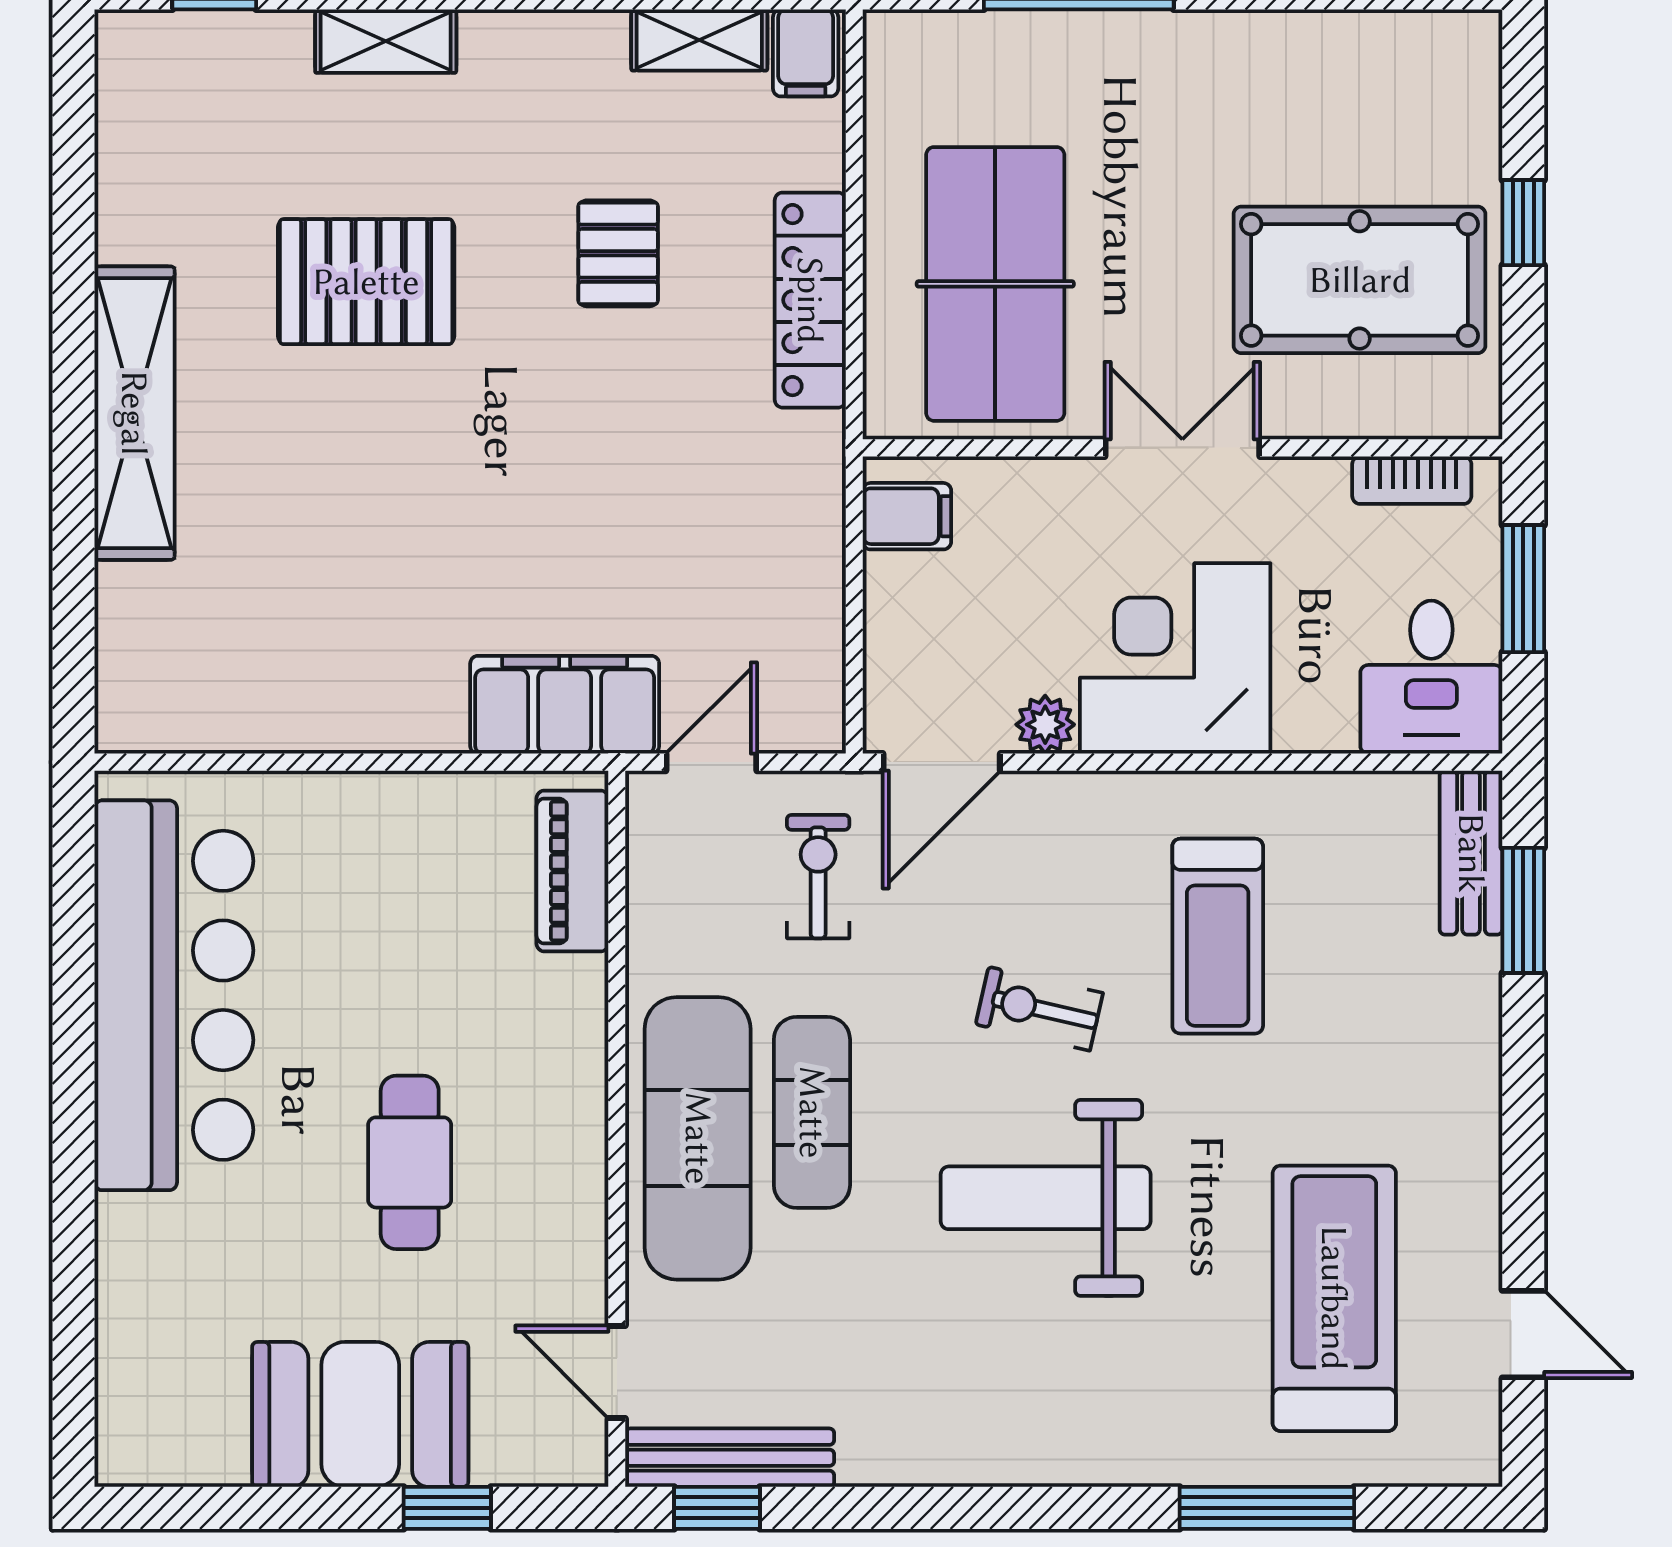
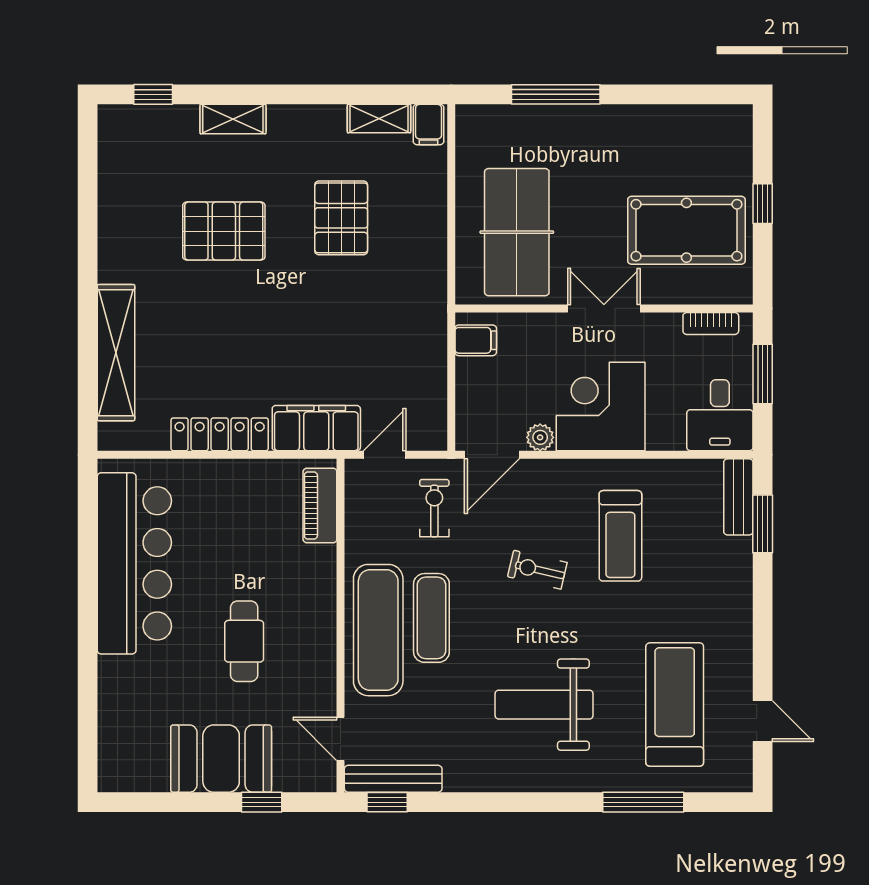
pallet: (618, 253) -> (341, 218), width x1.50, depth x1.42
locker: (810, 300) -> (220, 434), moved, turned 90
shelving: (134, 413) -> (116, 353), moved
weight bench: (1046, 1198) -> (544, 705), moved

